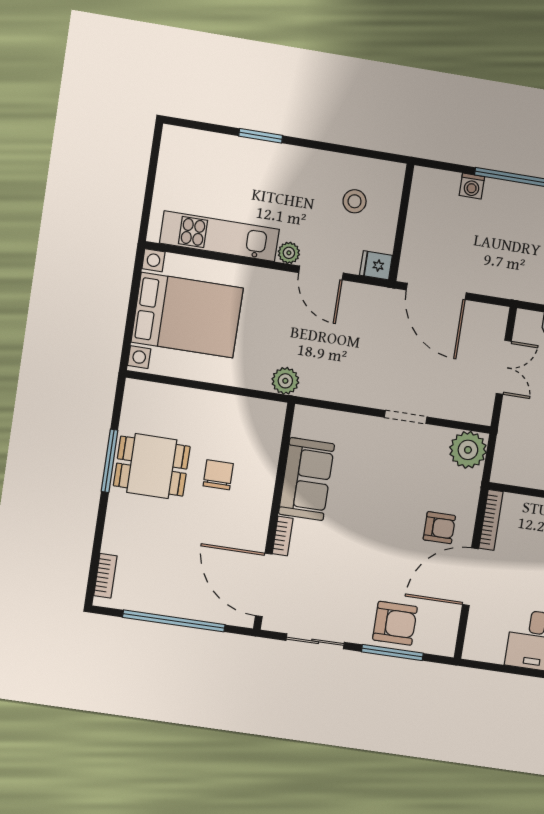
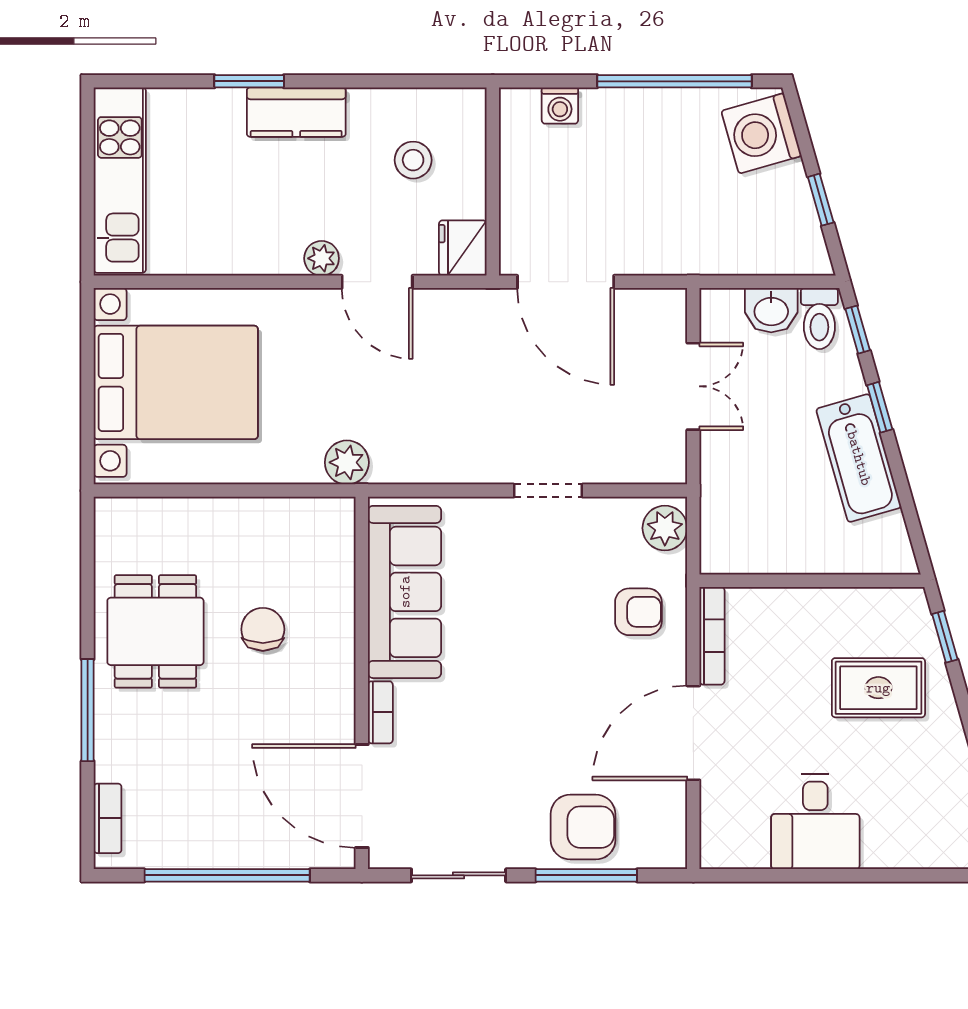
kitchen counter: (287, 160) -> (296, 112), added
washing machine: (472, 186) -> (560, 106), moved
kitchen unit: (220, 236) -> (120, 180), moved, turned 90
fridge: (376, 265) -> (463, 248), width x1.38
plant: (468, 450) -> (665, 528), width x0.73, depth x0.73
window: (110, 461) -> (88, 710), moved
dining table: (152, 466) -> (155, 631), turned 90
sofa: (306, 479) -> (405, 592), width x1.36
armchair: (439, 528) -> (638, 612), moved

